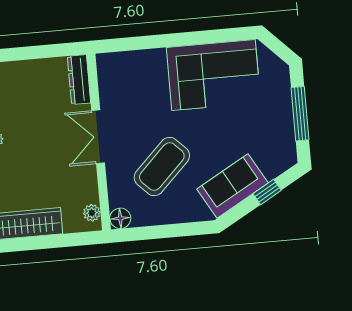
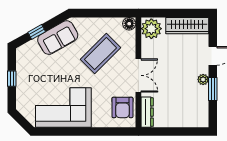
armchair: (119, 83) -> (122, 107), added
window: (300, 114) -> (12, 79), width x0.46
plant: (92, 213) -> (151, 29), width x1.87, depth x1.87

